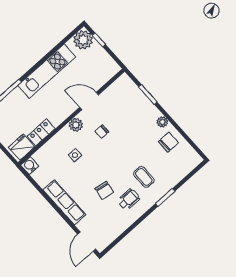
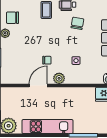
door: (89, 101) -> (38, 86), swing flipped
locker: (41, 132) -> (84, 93), removed

